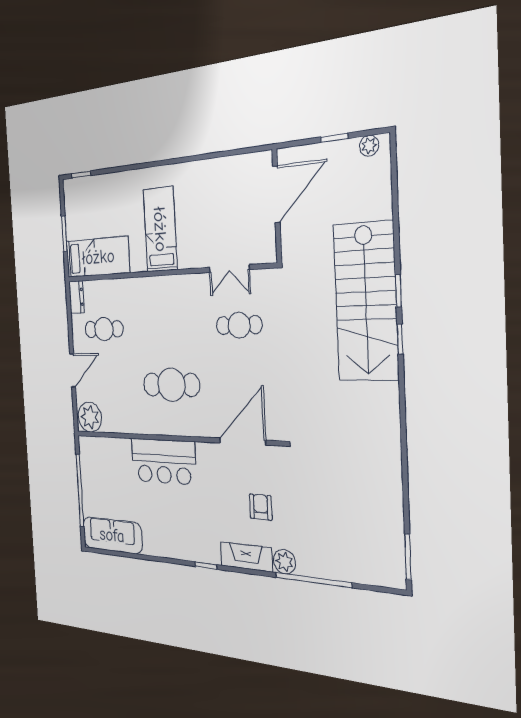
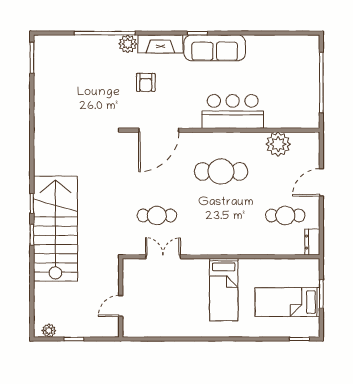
door: (276, 194) -> (121, 306), width x0.53
bed: (98, 257) -> (287, 302), moved
plant: (90, 417) -> (278, 144), moved
sofa: (112, 535) -> (215, 48), moved

